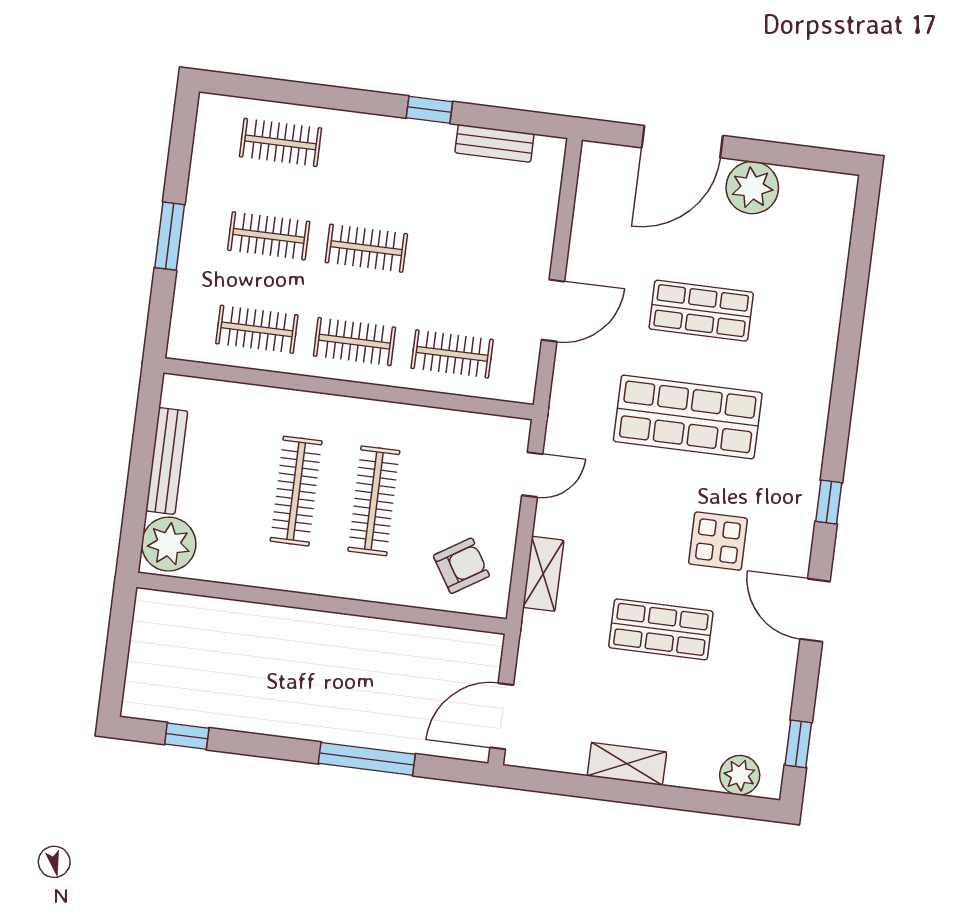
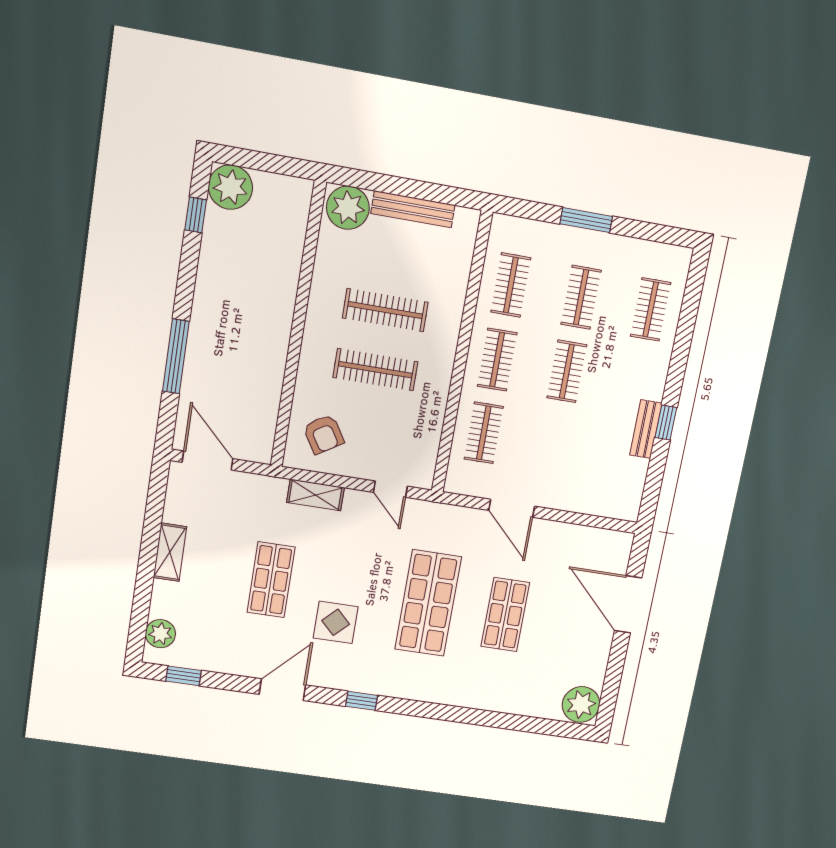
bench: (494, 143) -> (646, 429), moved
plant: (752, 188) -> (581, 704), moved
plant: (150, 693) -> (230, 187), added

